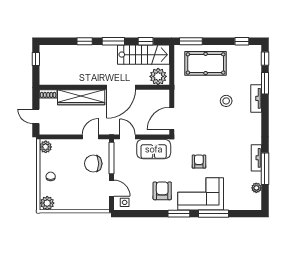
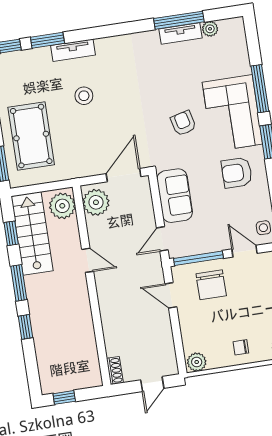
door: (121, 87) -> (88, 260), width x0.53
wardrobe: (81, 97) -> (112, 319), removed
plant: (157, 98) -> (96, 202), added
door: (172, 118) -> (124, 175), swing flipped
tv unit: (256, 158) -> (181, 33), moved
armchair: (199, 162) -> (183, 123), turned 76
door: (111, 188) -> (245, 251), hinge flipped

